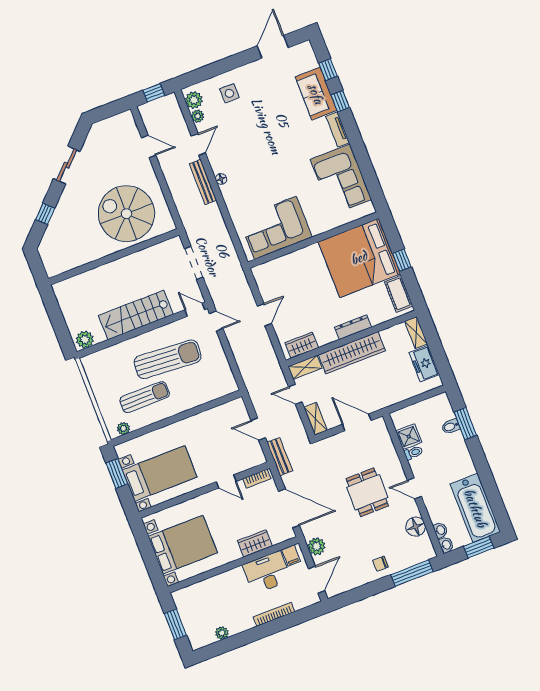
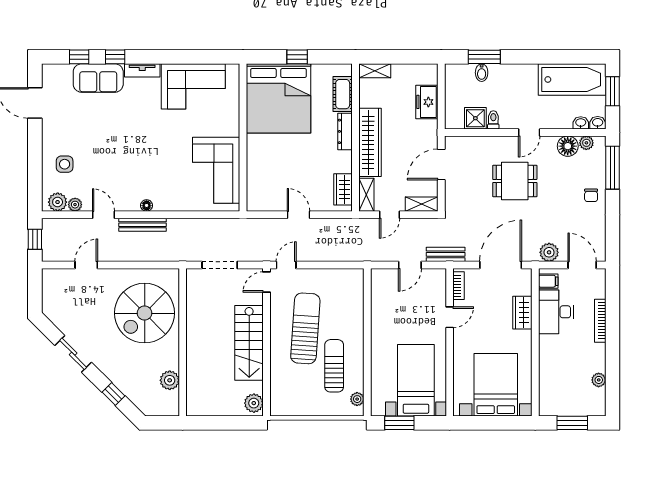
plant: (76, 258) -> (170, 380), added
cot: (399, 294) -> (343, 94), moved, turned 90
freezer: (424, 364) -> (427, 102), moved, turned 90
plant: (425, 542) -> (586, 143), added

